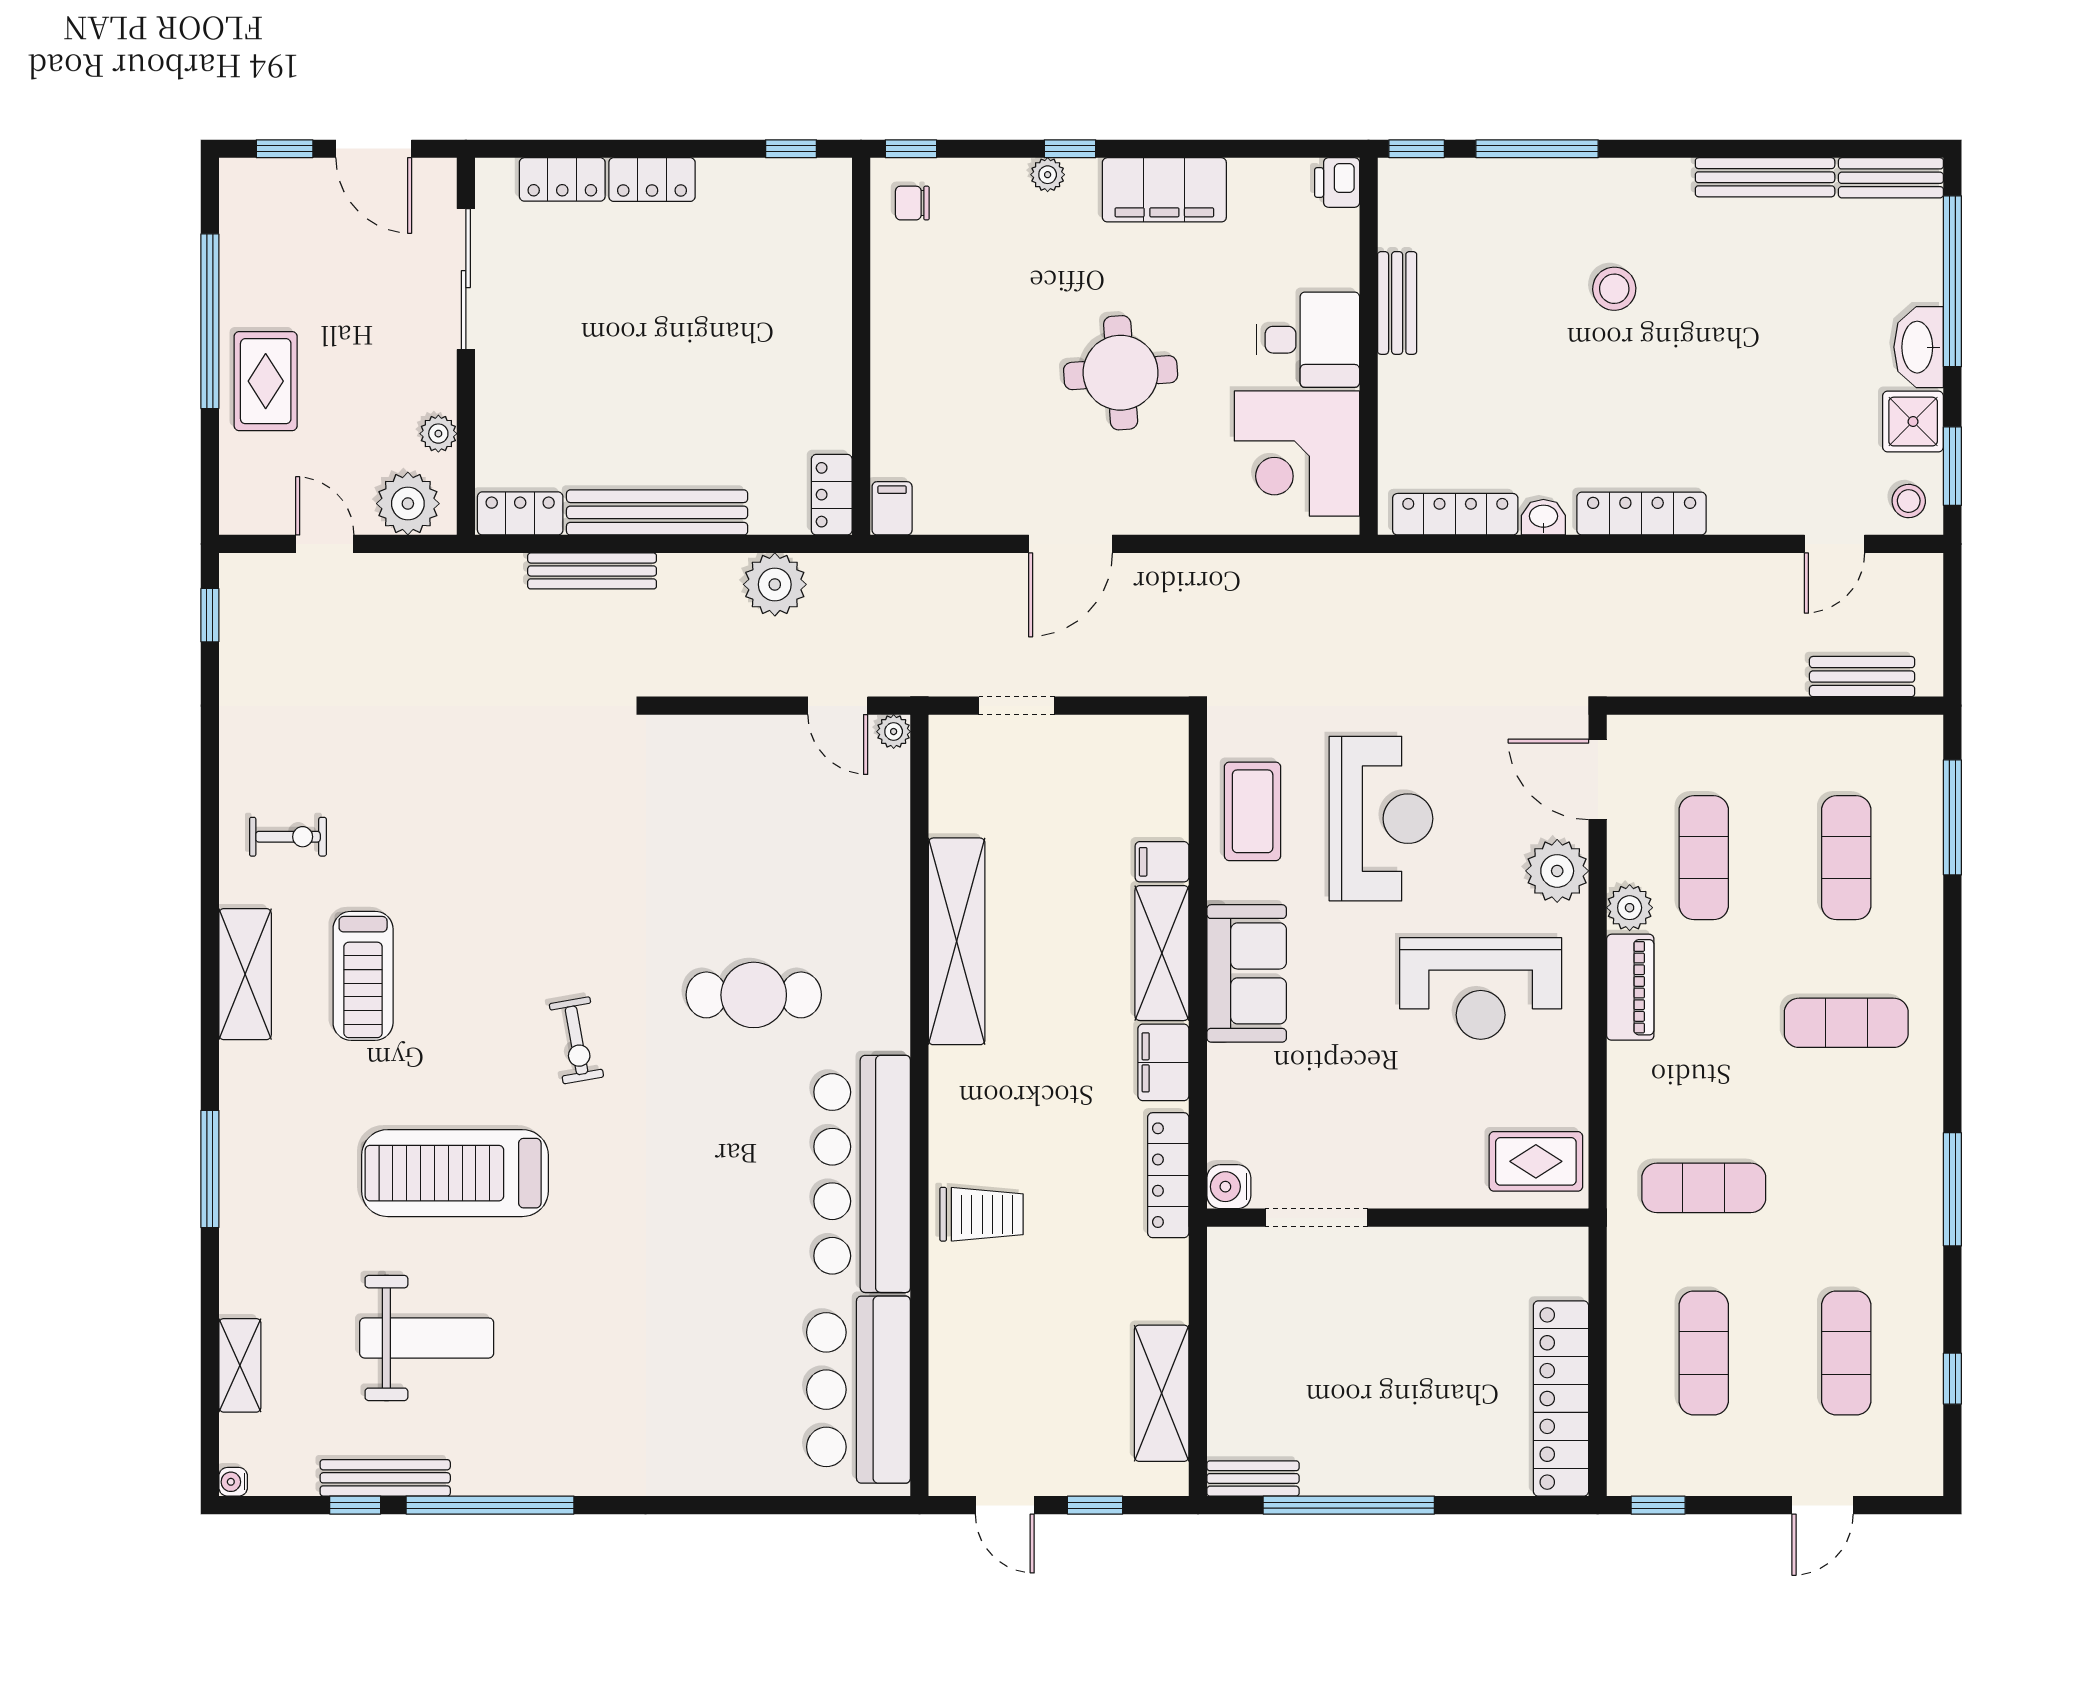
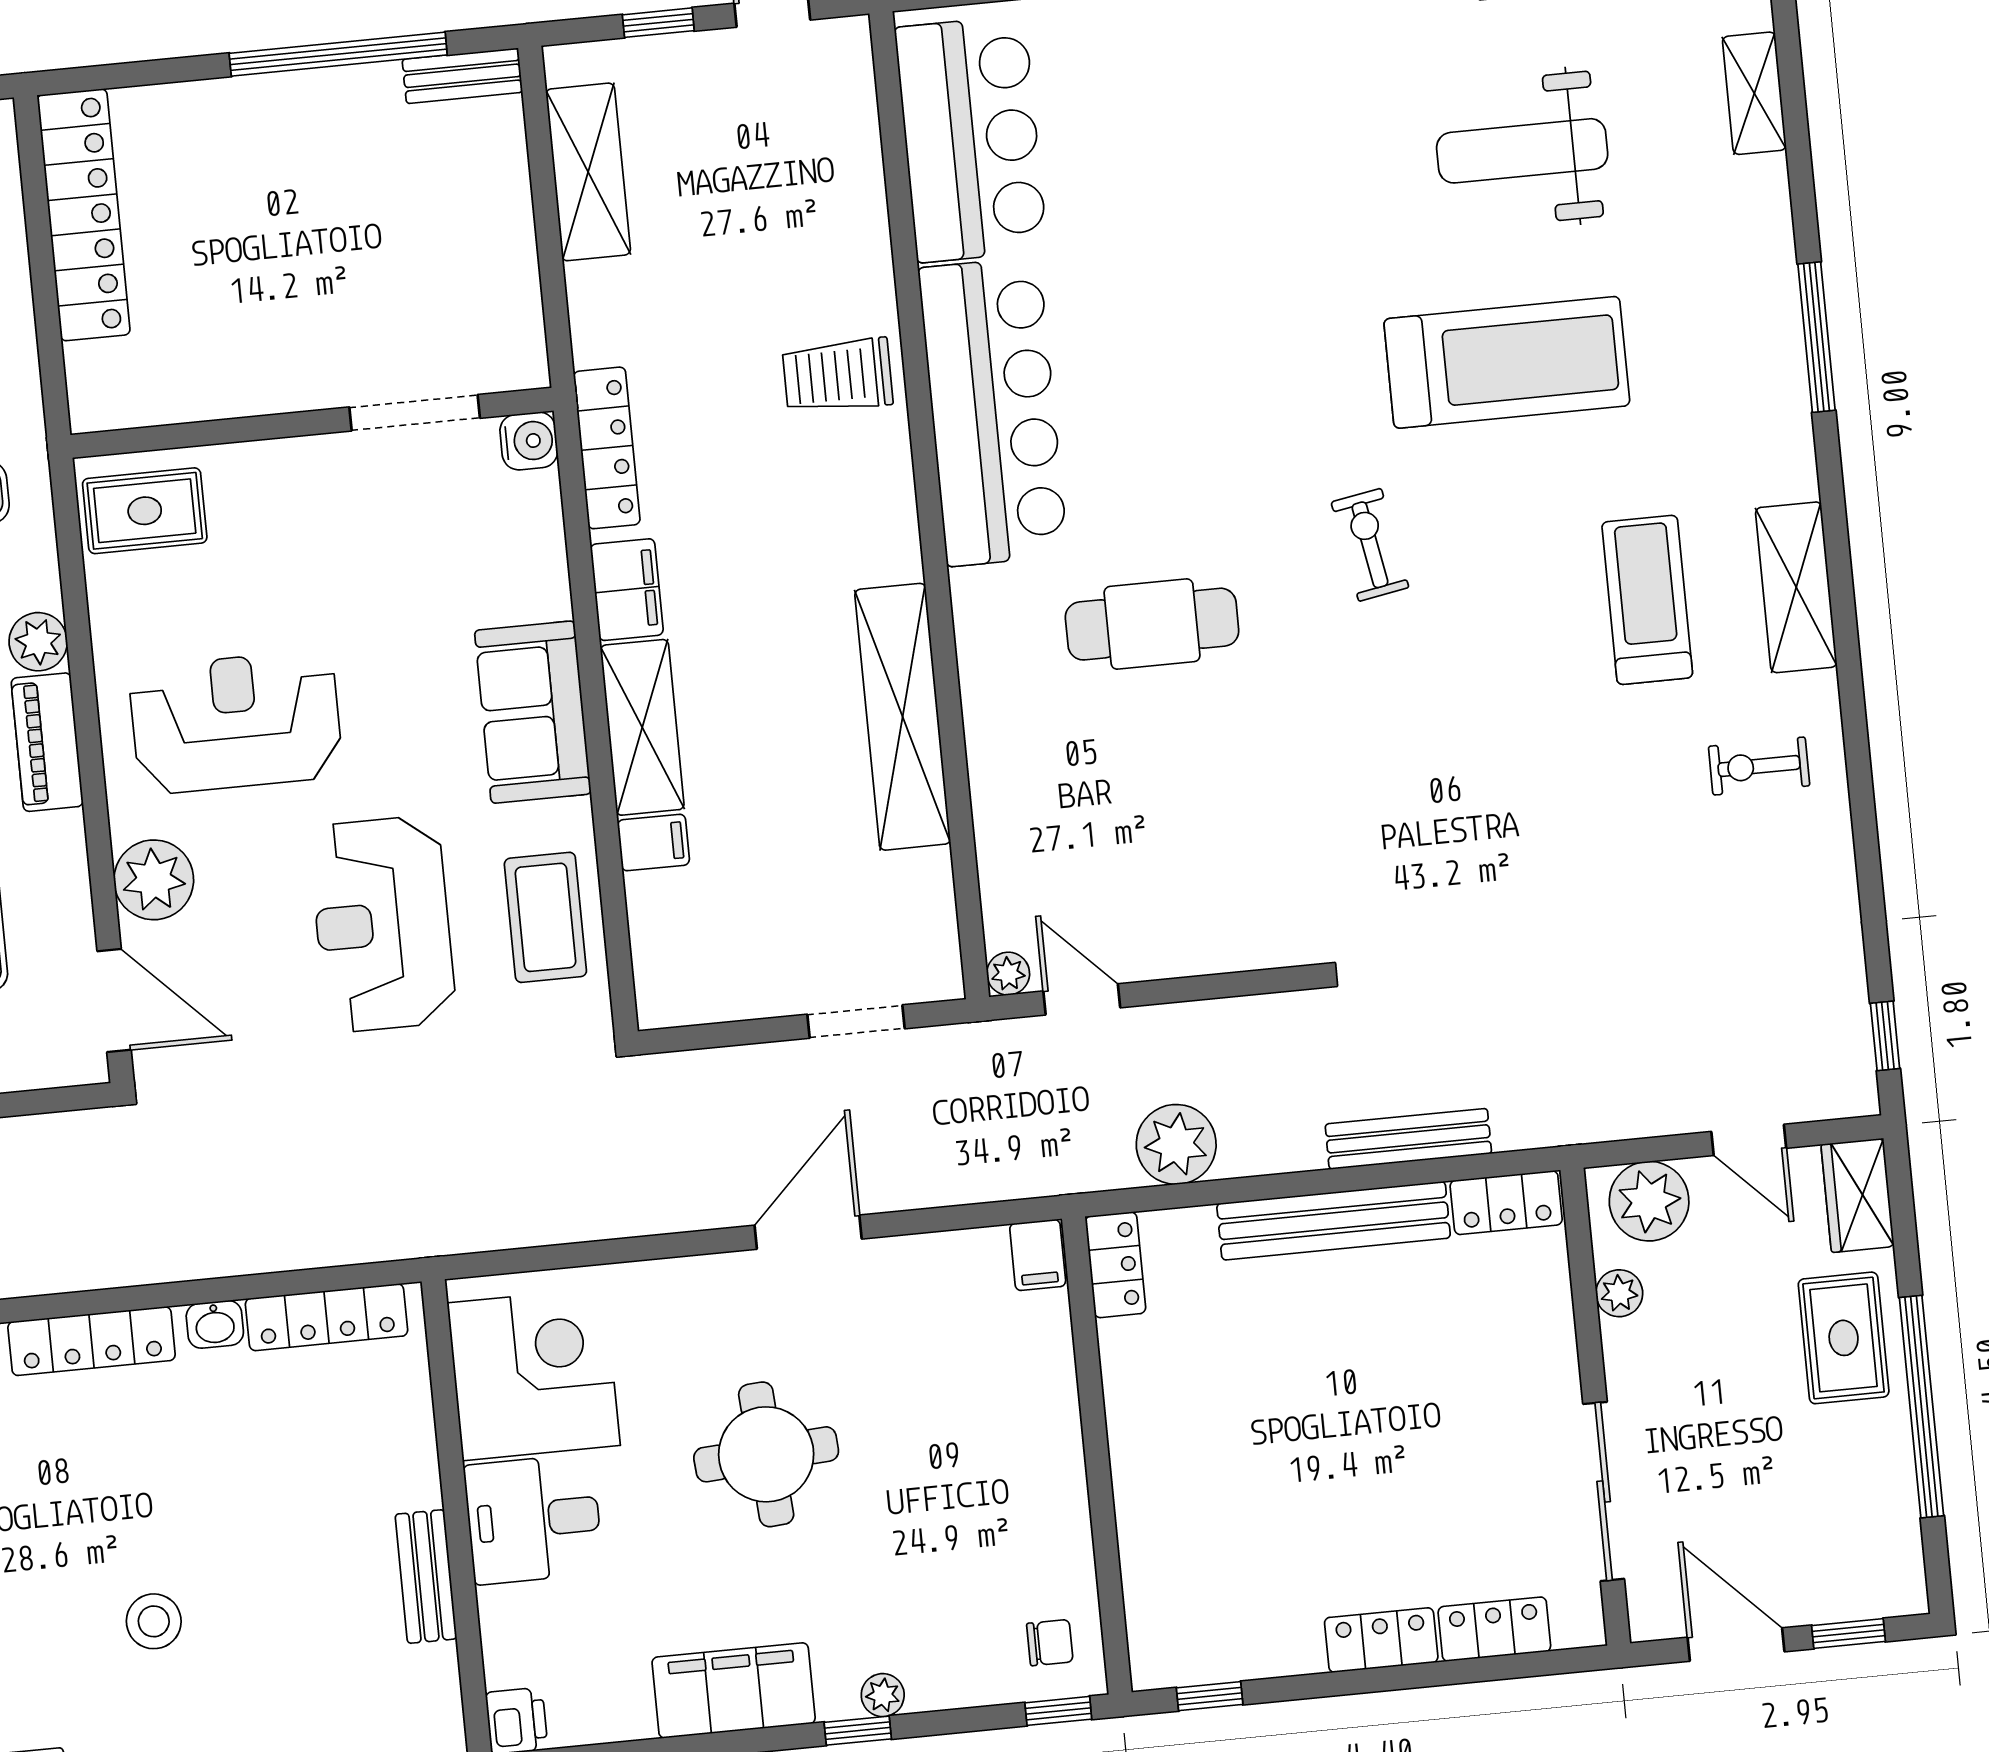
wardrobe: (244, 492) -> (1858, 1195), added
plant: (1630, 908) -> (38, 642), moved

